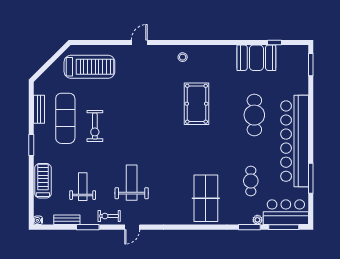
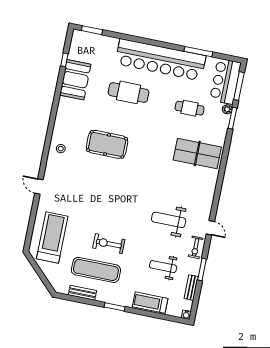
exercise bike: (95, 126) -> (109, 244), turned 180

